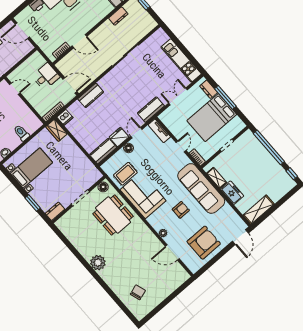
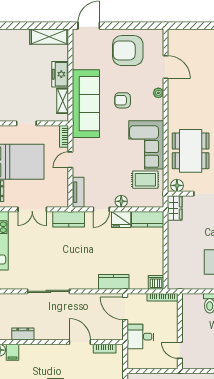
wardrobe: (56, 130) -> (175, 208), moved

